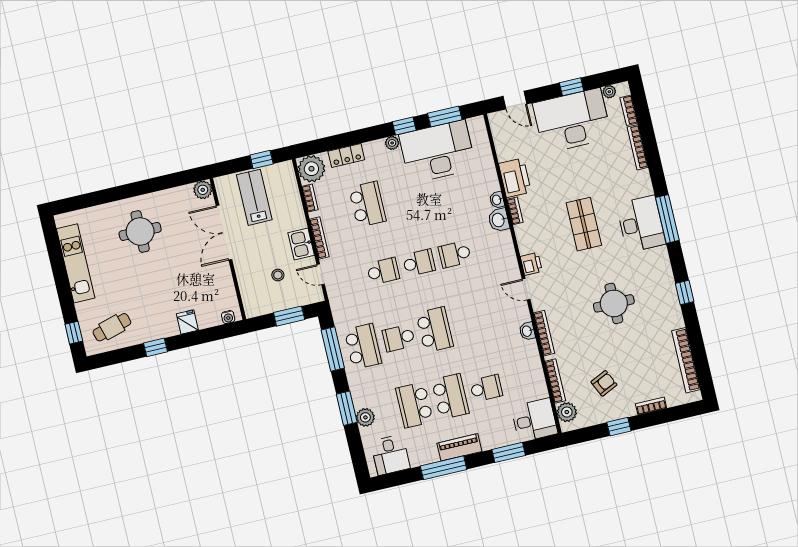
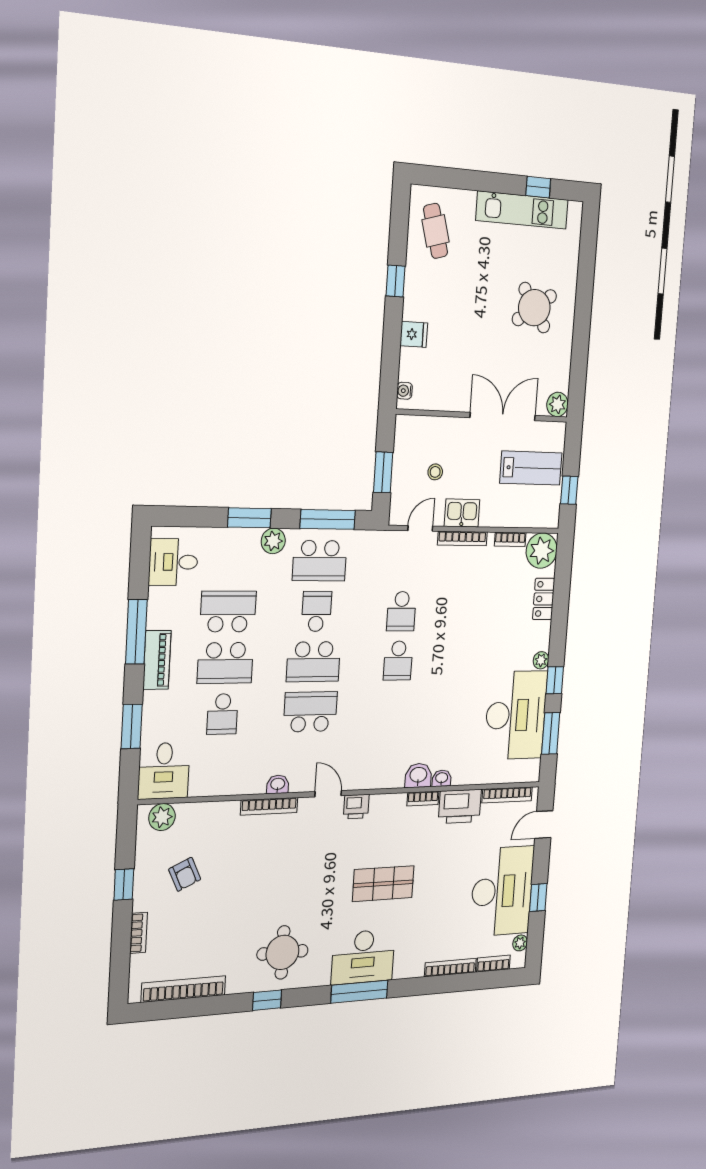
school desk: (367, 204) -> (483, 611), removed
round table: (140, 231) -> (534, 308), turned -35
school desk: (455, 254) -> (310, 712), moved, width x1.85
door: (526, 289) -> (328, 794), hinge flipped
round table: (614, 303) -> (282, 952), moved
window: (74, 333) -> (538, 187), moved
bookcase: (555, 381) -> (507, 795), moved
plant: (365, 417) -> (273, 541), moved

